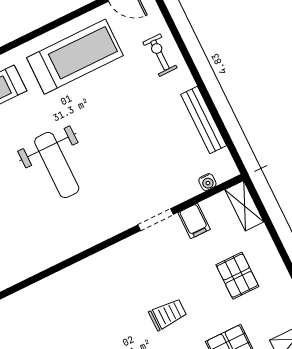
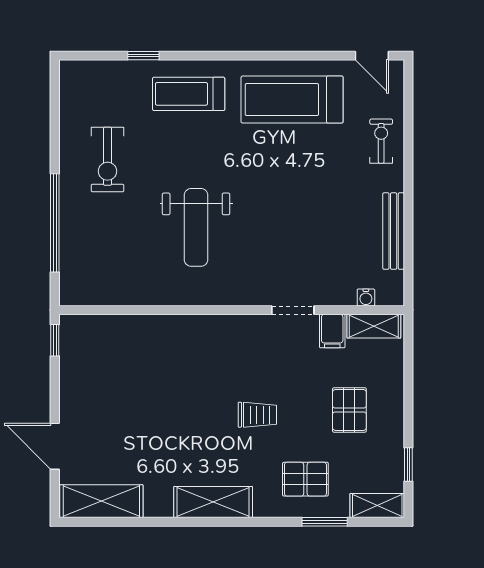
treadmill: (75, 57) -> (292, 100), turned 180
weight bench: (57, 165) -> (196, 227), moved
shelving: (244, 206) -> (374, 326), moved, turned 90

